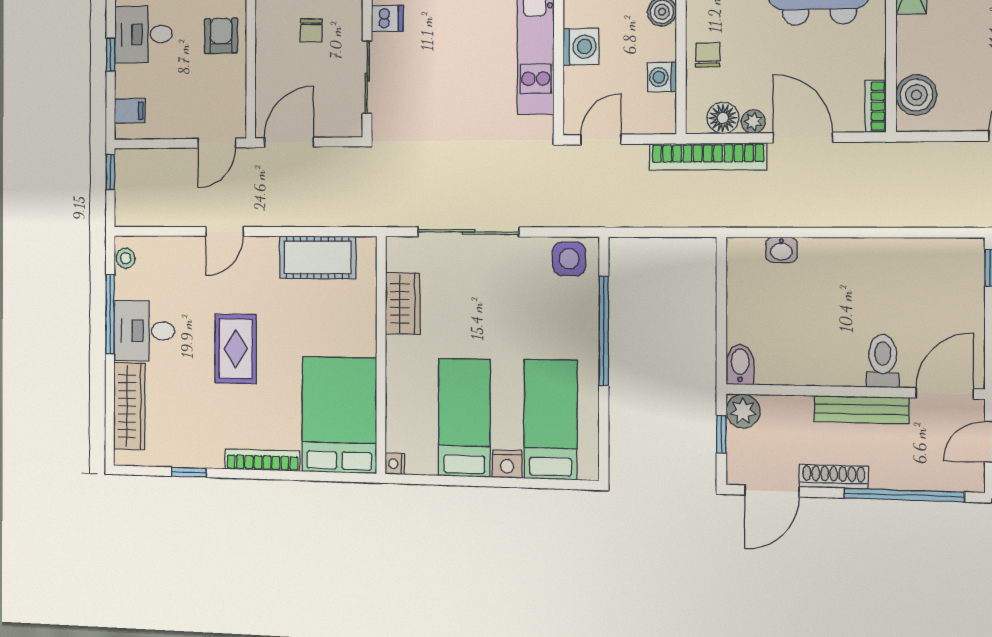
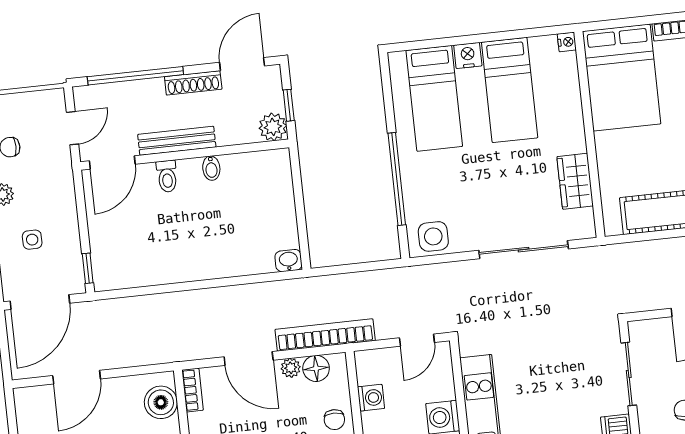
washbasin: (781, 250) -> (288, 261), moved
toilet: (883, 361) -> (167, 176), width x0.73, depth x0.72
bidet: (740, 364) -> (211, 168), moved, width x0.72, depth x0.74

